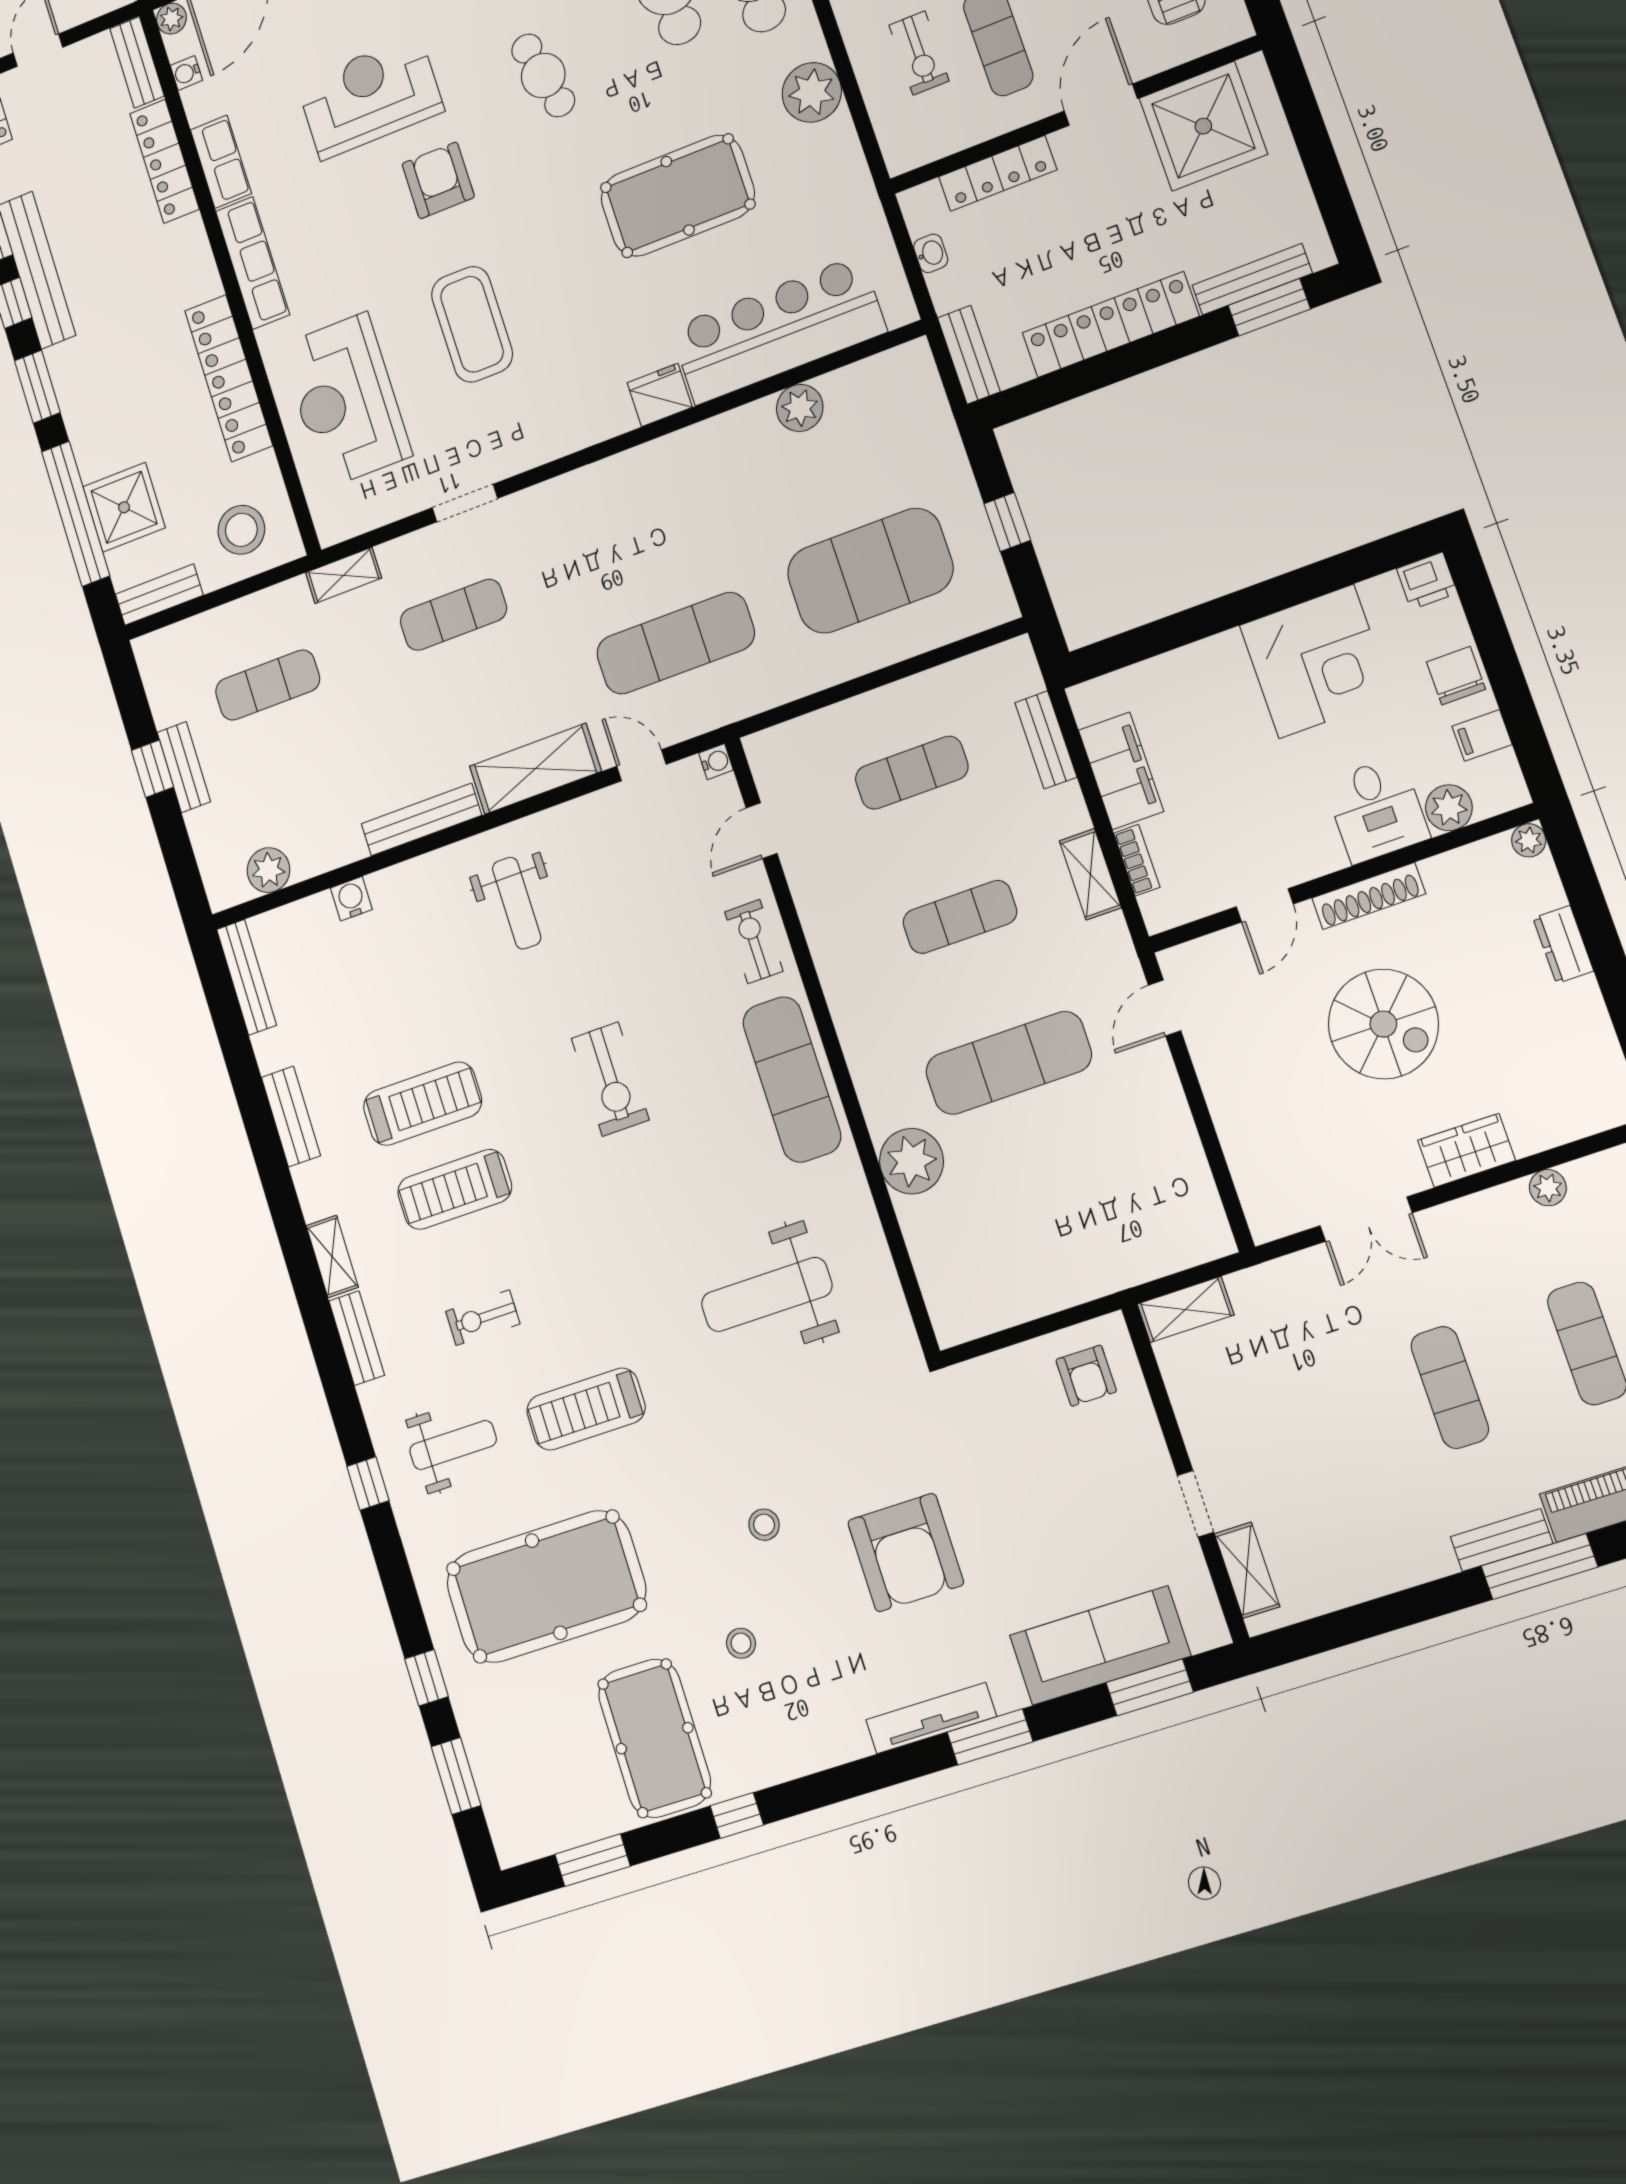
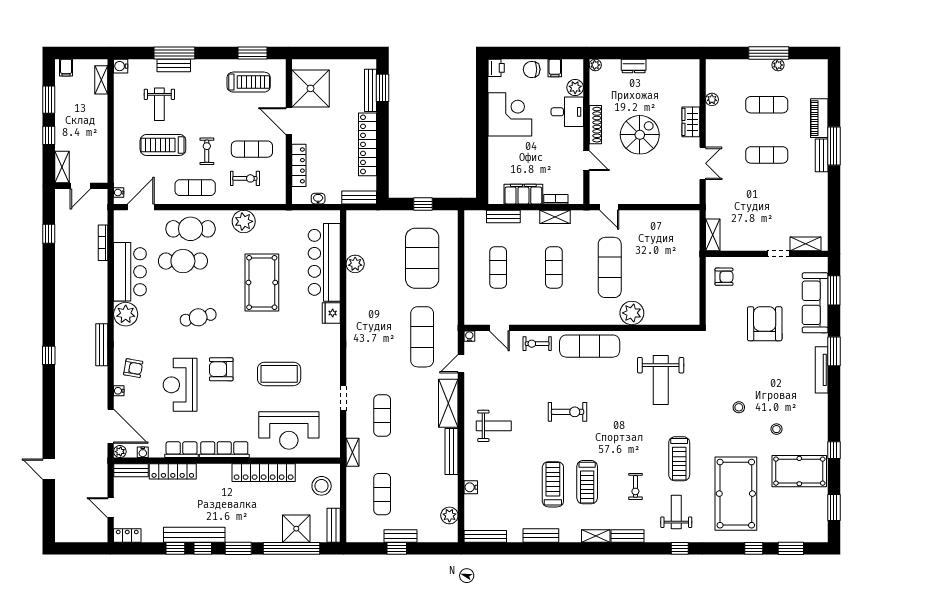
armchair: (906, 1553) -> (765, 324), moved, turned -90

